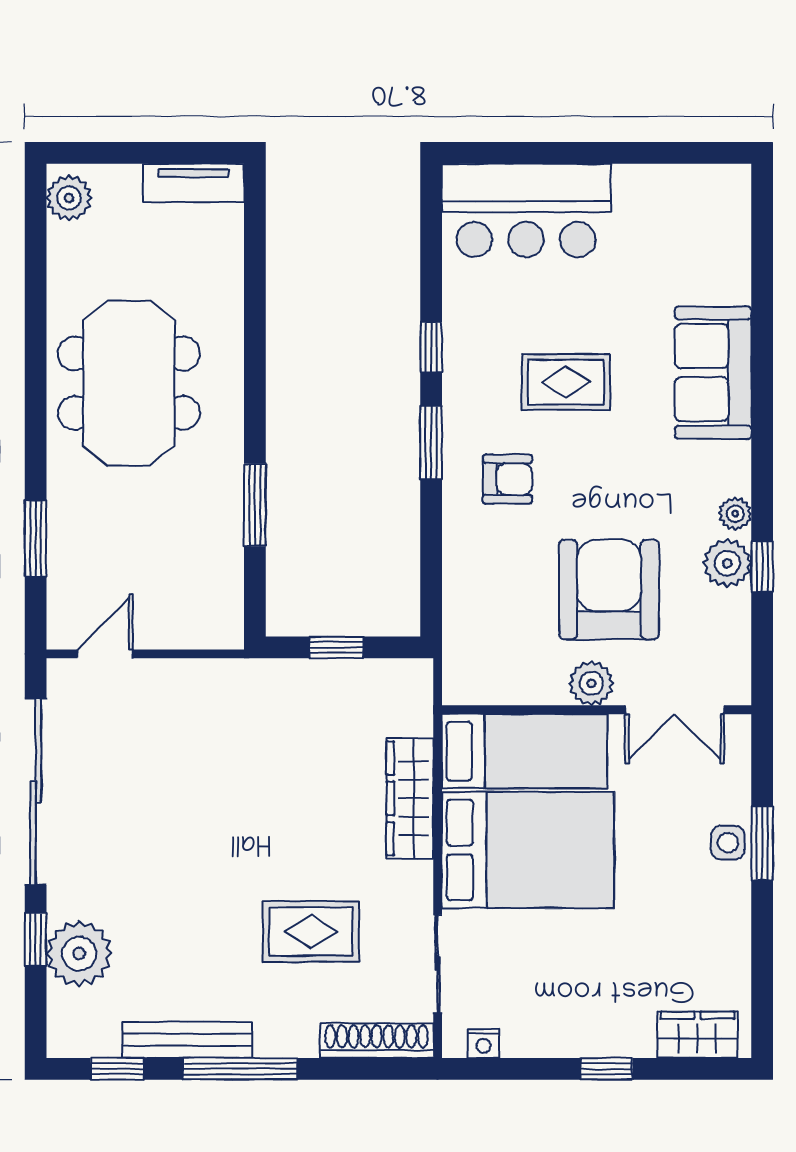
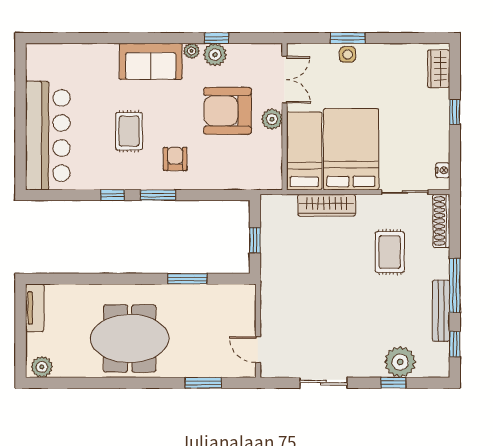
bar counter: (526, 210) -> (48, 136), width x1.36
sofa: (713, 373) -> (151, 61), moved
sliding door: (36, 792) -> (323, 383), width x0.54

